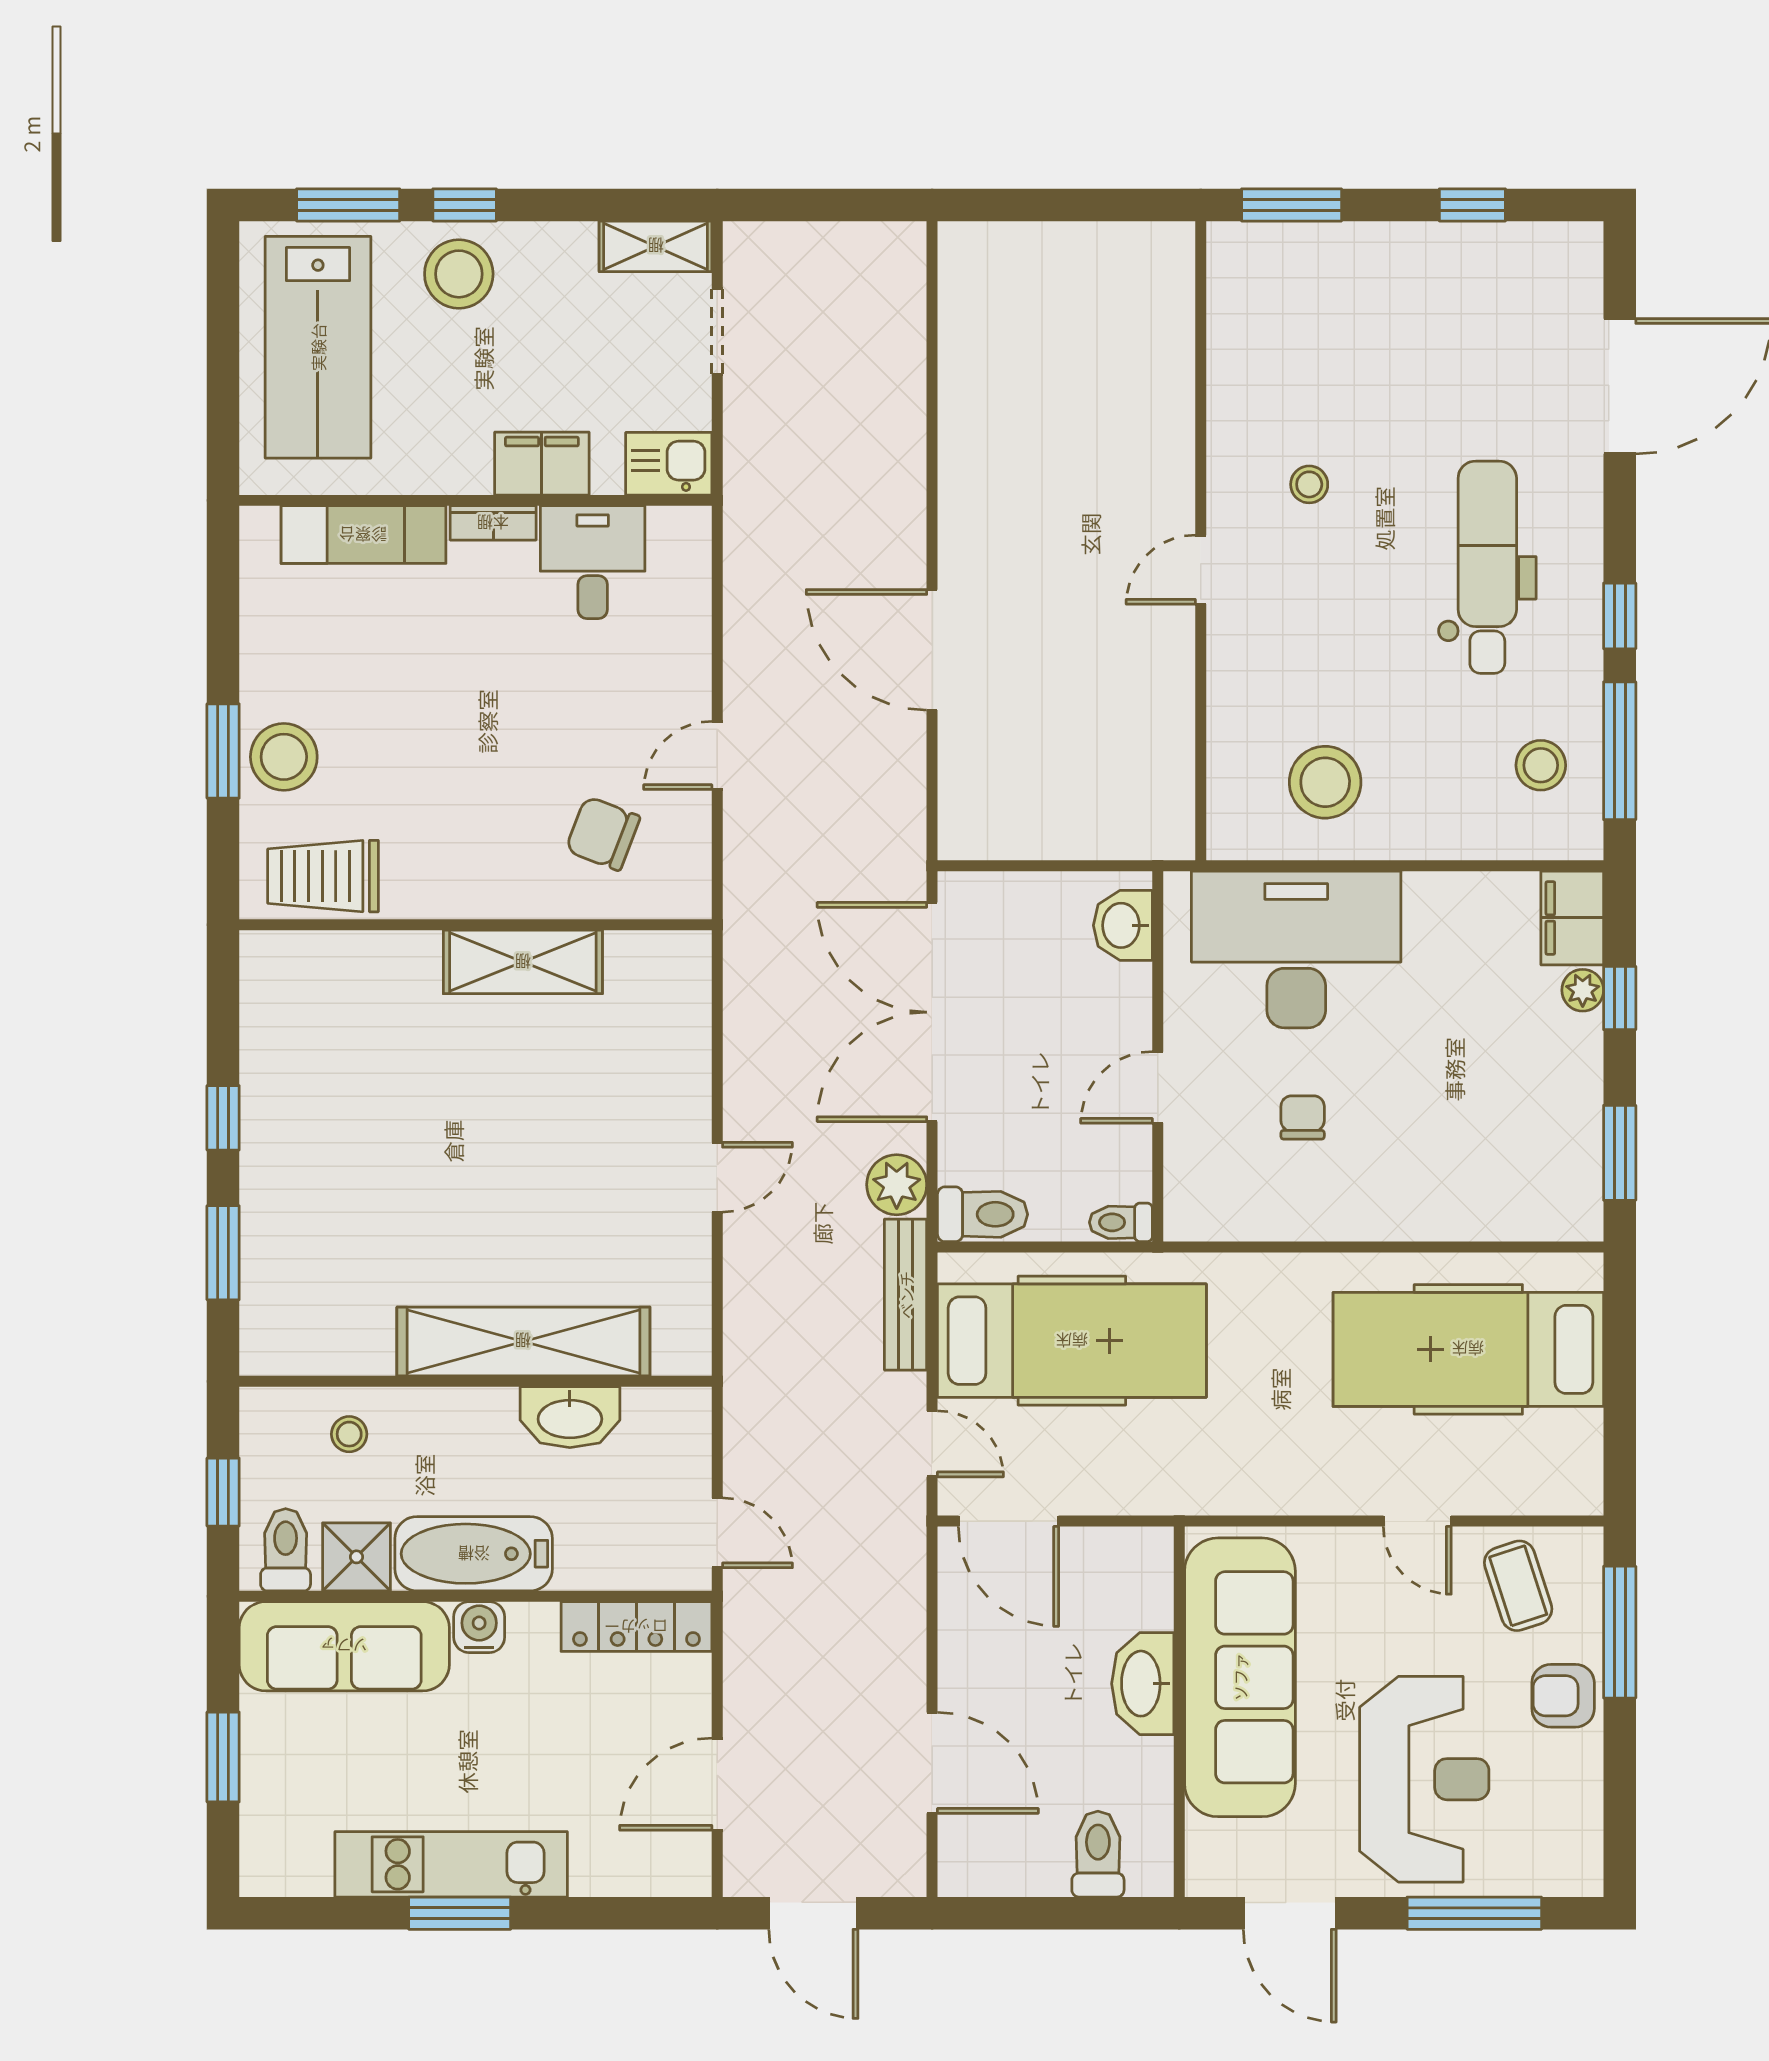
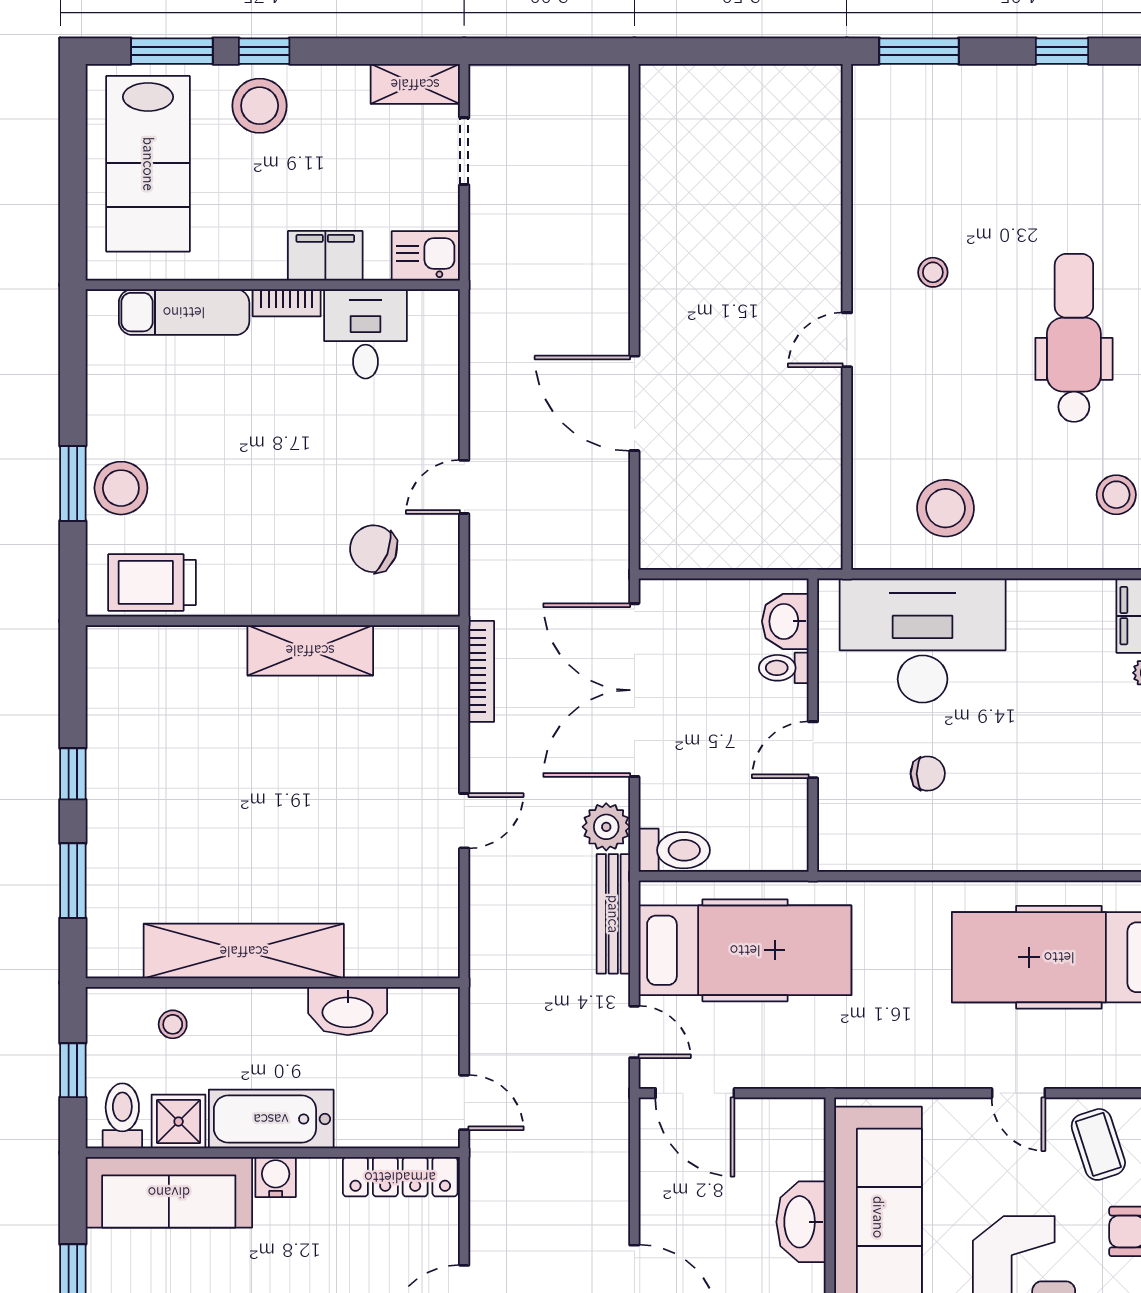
bookcase: (739, 988) -> (481, 671), added
chair: (1303, 1117) -> (928, 774), turned 89
toilet: (1121, 1222) -> (784, 668), moved
shelving: (523, 1341) -> (244, 951), moved

